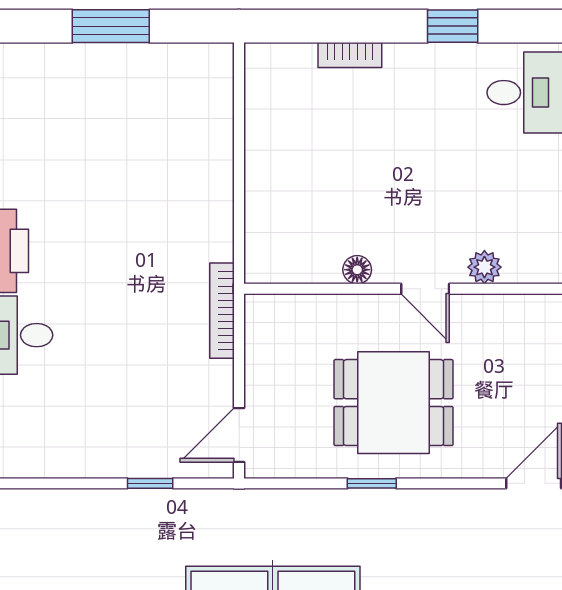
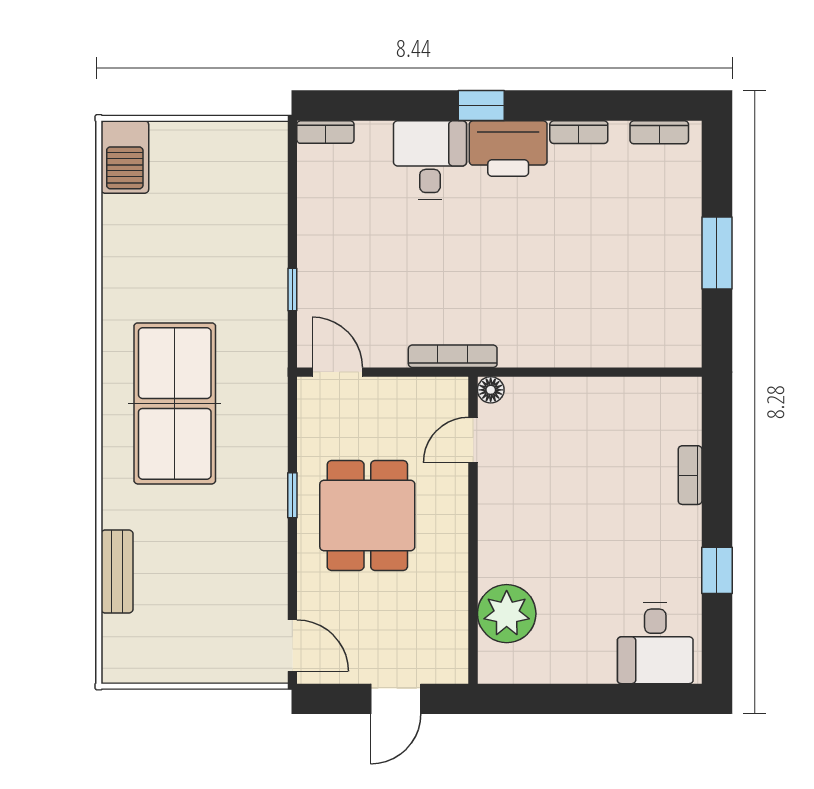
plant: (484, 267) -> (507, 614), width x1.88, depth x1.88
floor lamp: (357, 270) -> (491, 390), moved
door: (425, 289) -> (473, 440), moved

